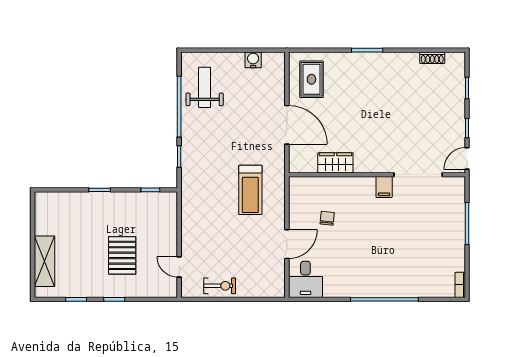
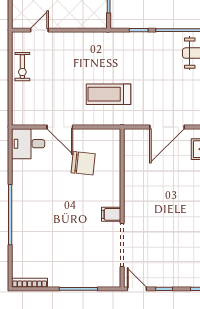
wardrobe: (335, 163) -> (133, 171), removed
chair: (327, 218) -> (83, 163), width x1.87, depth x1.87
bookcase: (460, 285) -> (30, 283), width x1.56

